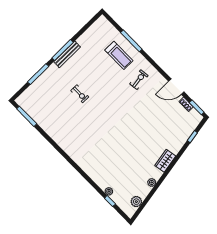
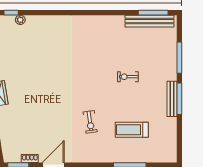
treadmill: (119, 55) -> (132, 130), moved
exercise bike: (139, 80) -> (90, 122), moved
bench: (34, 113) -> (150, 21), added

